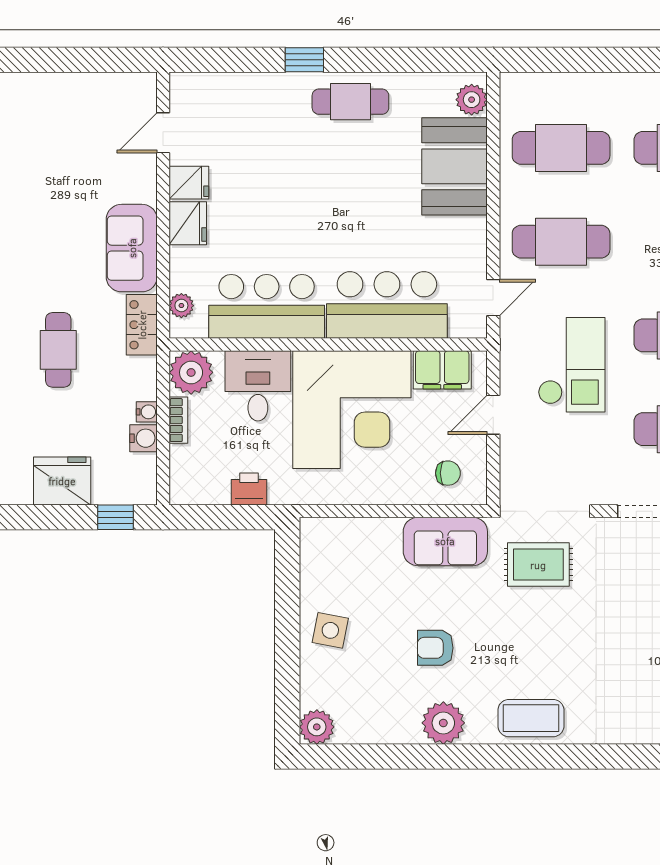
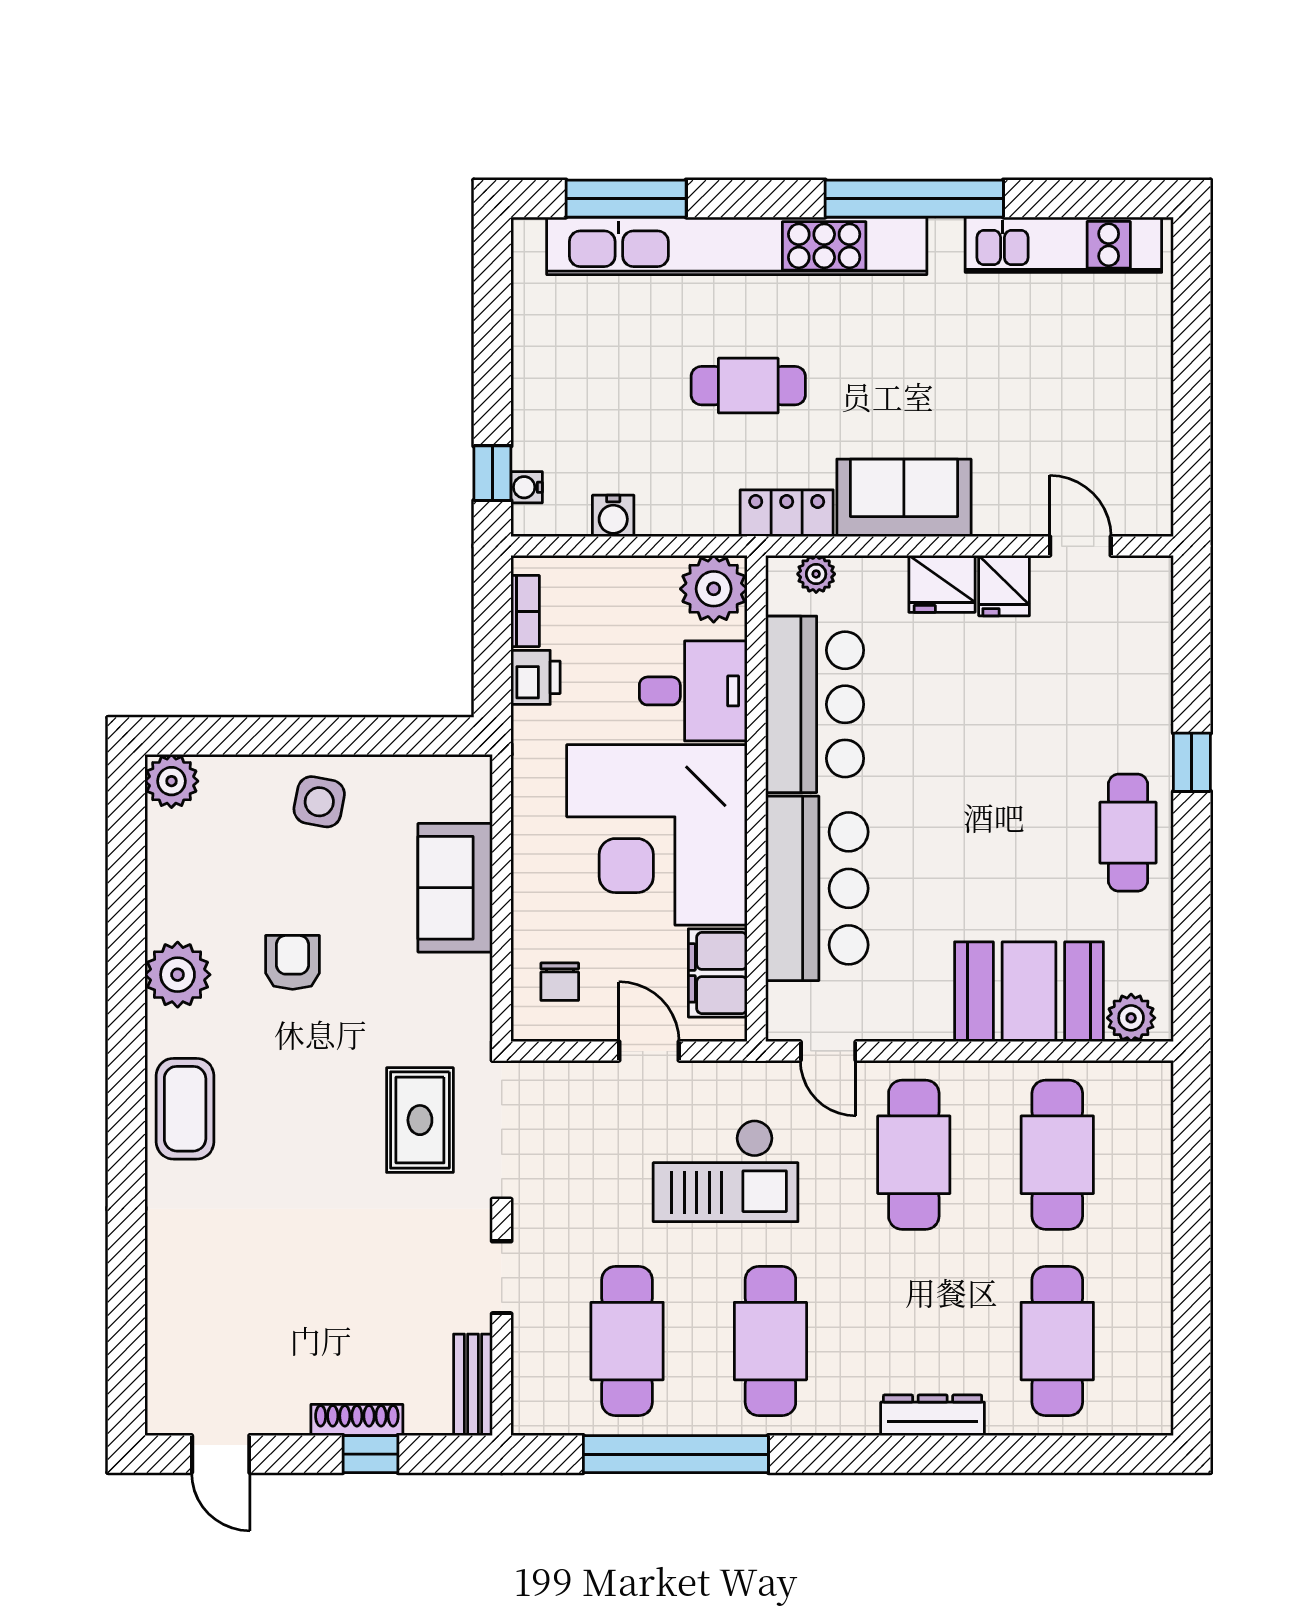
water cooler: (147, 412) -> (527, 487), moved, turned 90
bookcase: (178, 420) -> (525, 611), moved, turned -90
fridge: (62, 481) -> (548, 392), removed
sofa: (445, 541) -> (455, 888), moved

